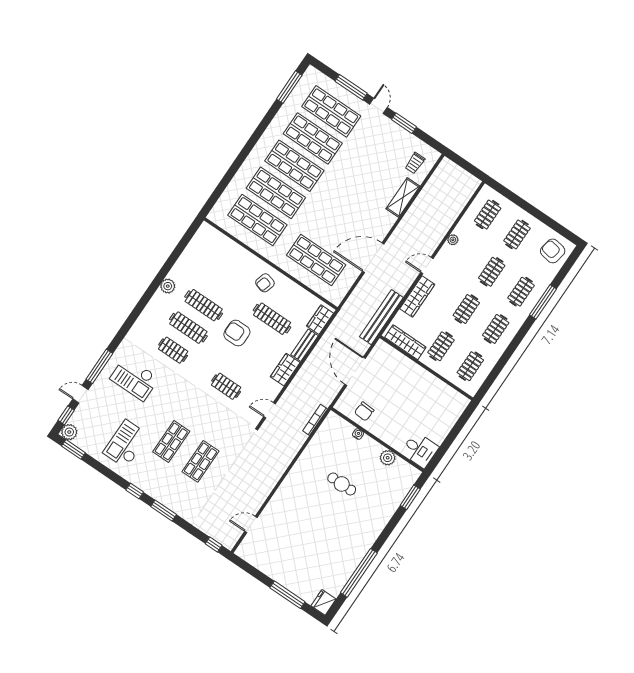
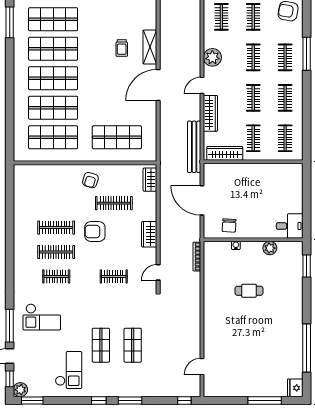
trolley: (415, 163) -> (122, 48), moved
plant: (453, 240) -> (212, 57), width x1.87, depth x1.87
door: (373, 258) -> (158, 85), moved
plant: (168, 286) -> (20, 232), removed
bench: (305, 345) -> (151, 206), removed
checkout: (126, 444) -> (69, 370), turned 180

